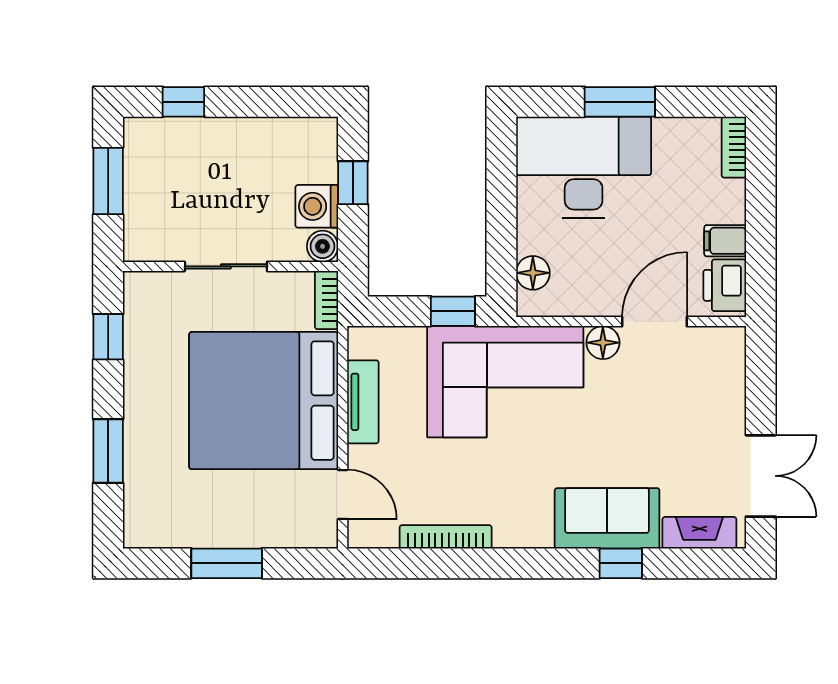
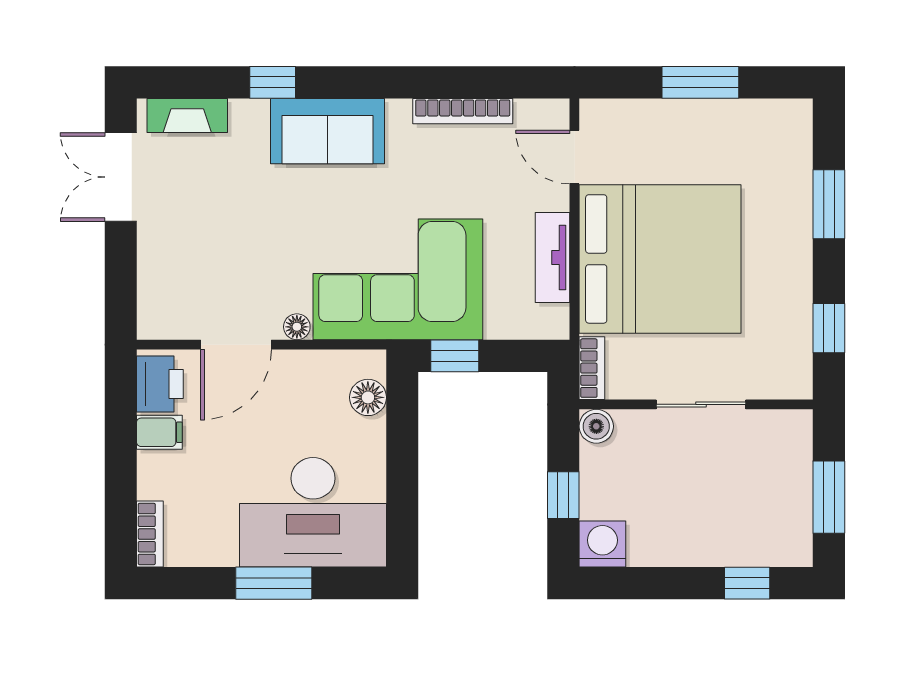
washing machine: (317, 206) -> (602, 544), moved, turned -90
floor lamp: (603, 343) -> (297, 327), width x0.73, depth x0.73
sofa: (607, 518) -> (328, 131), moved

